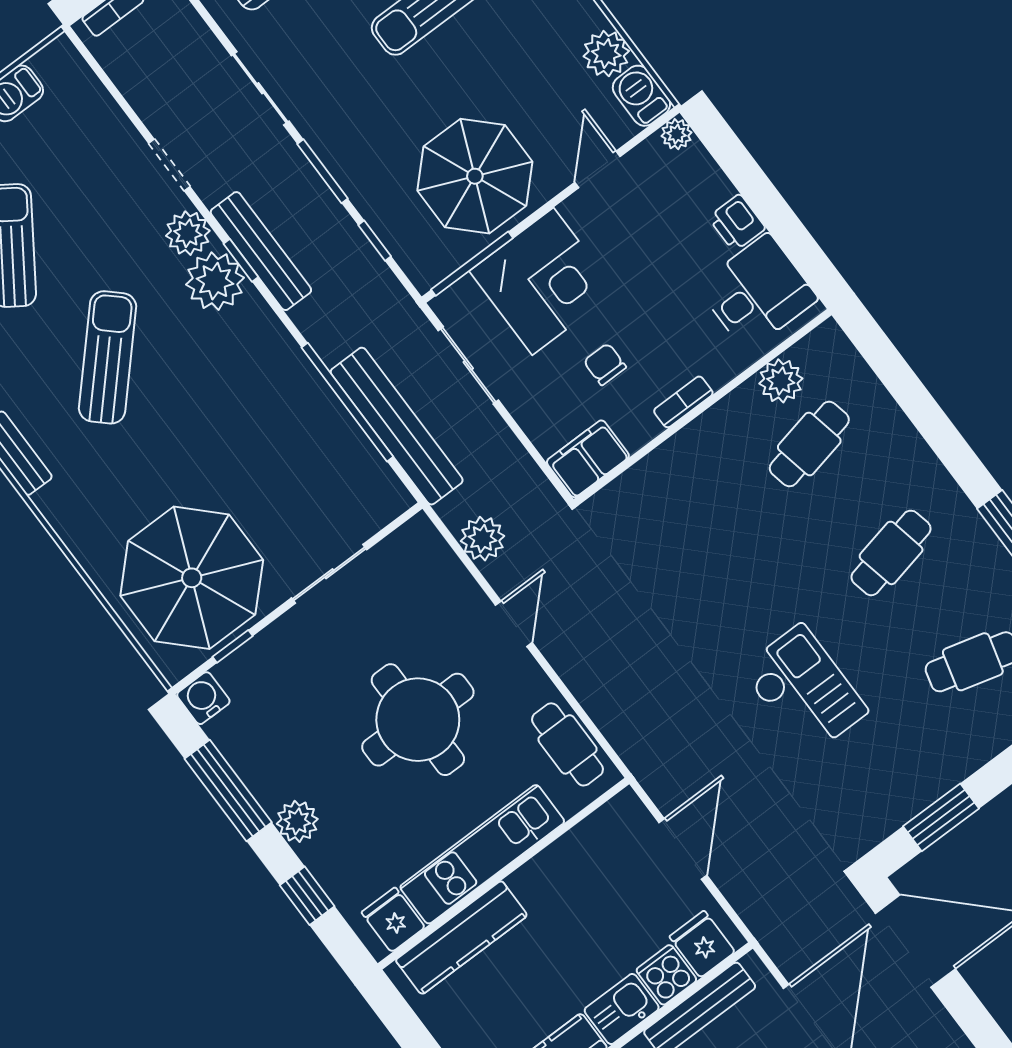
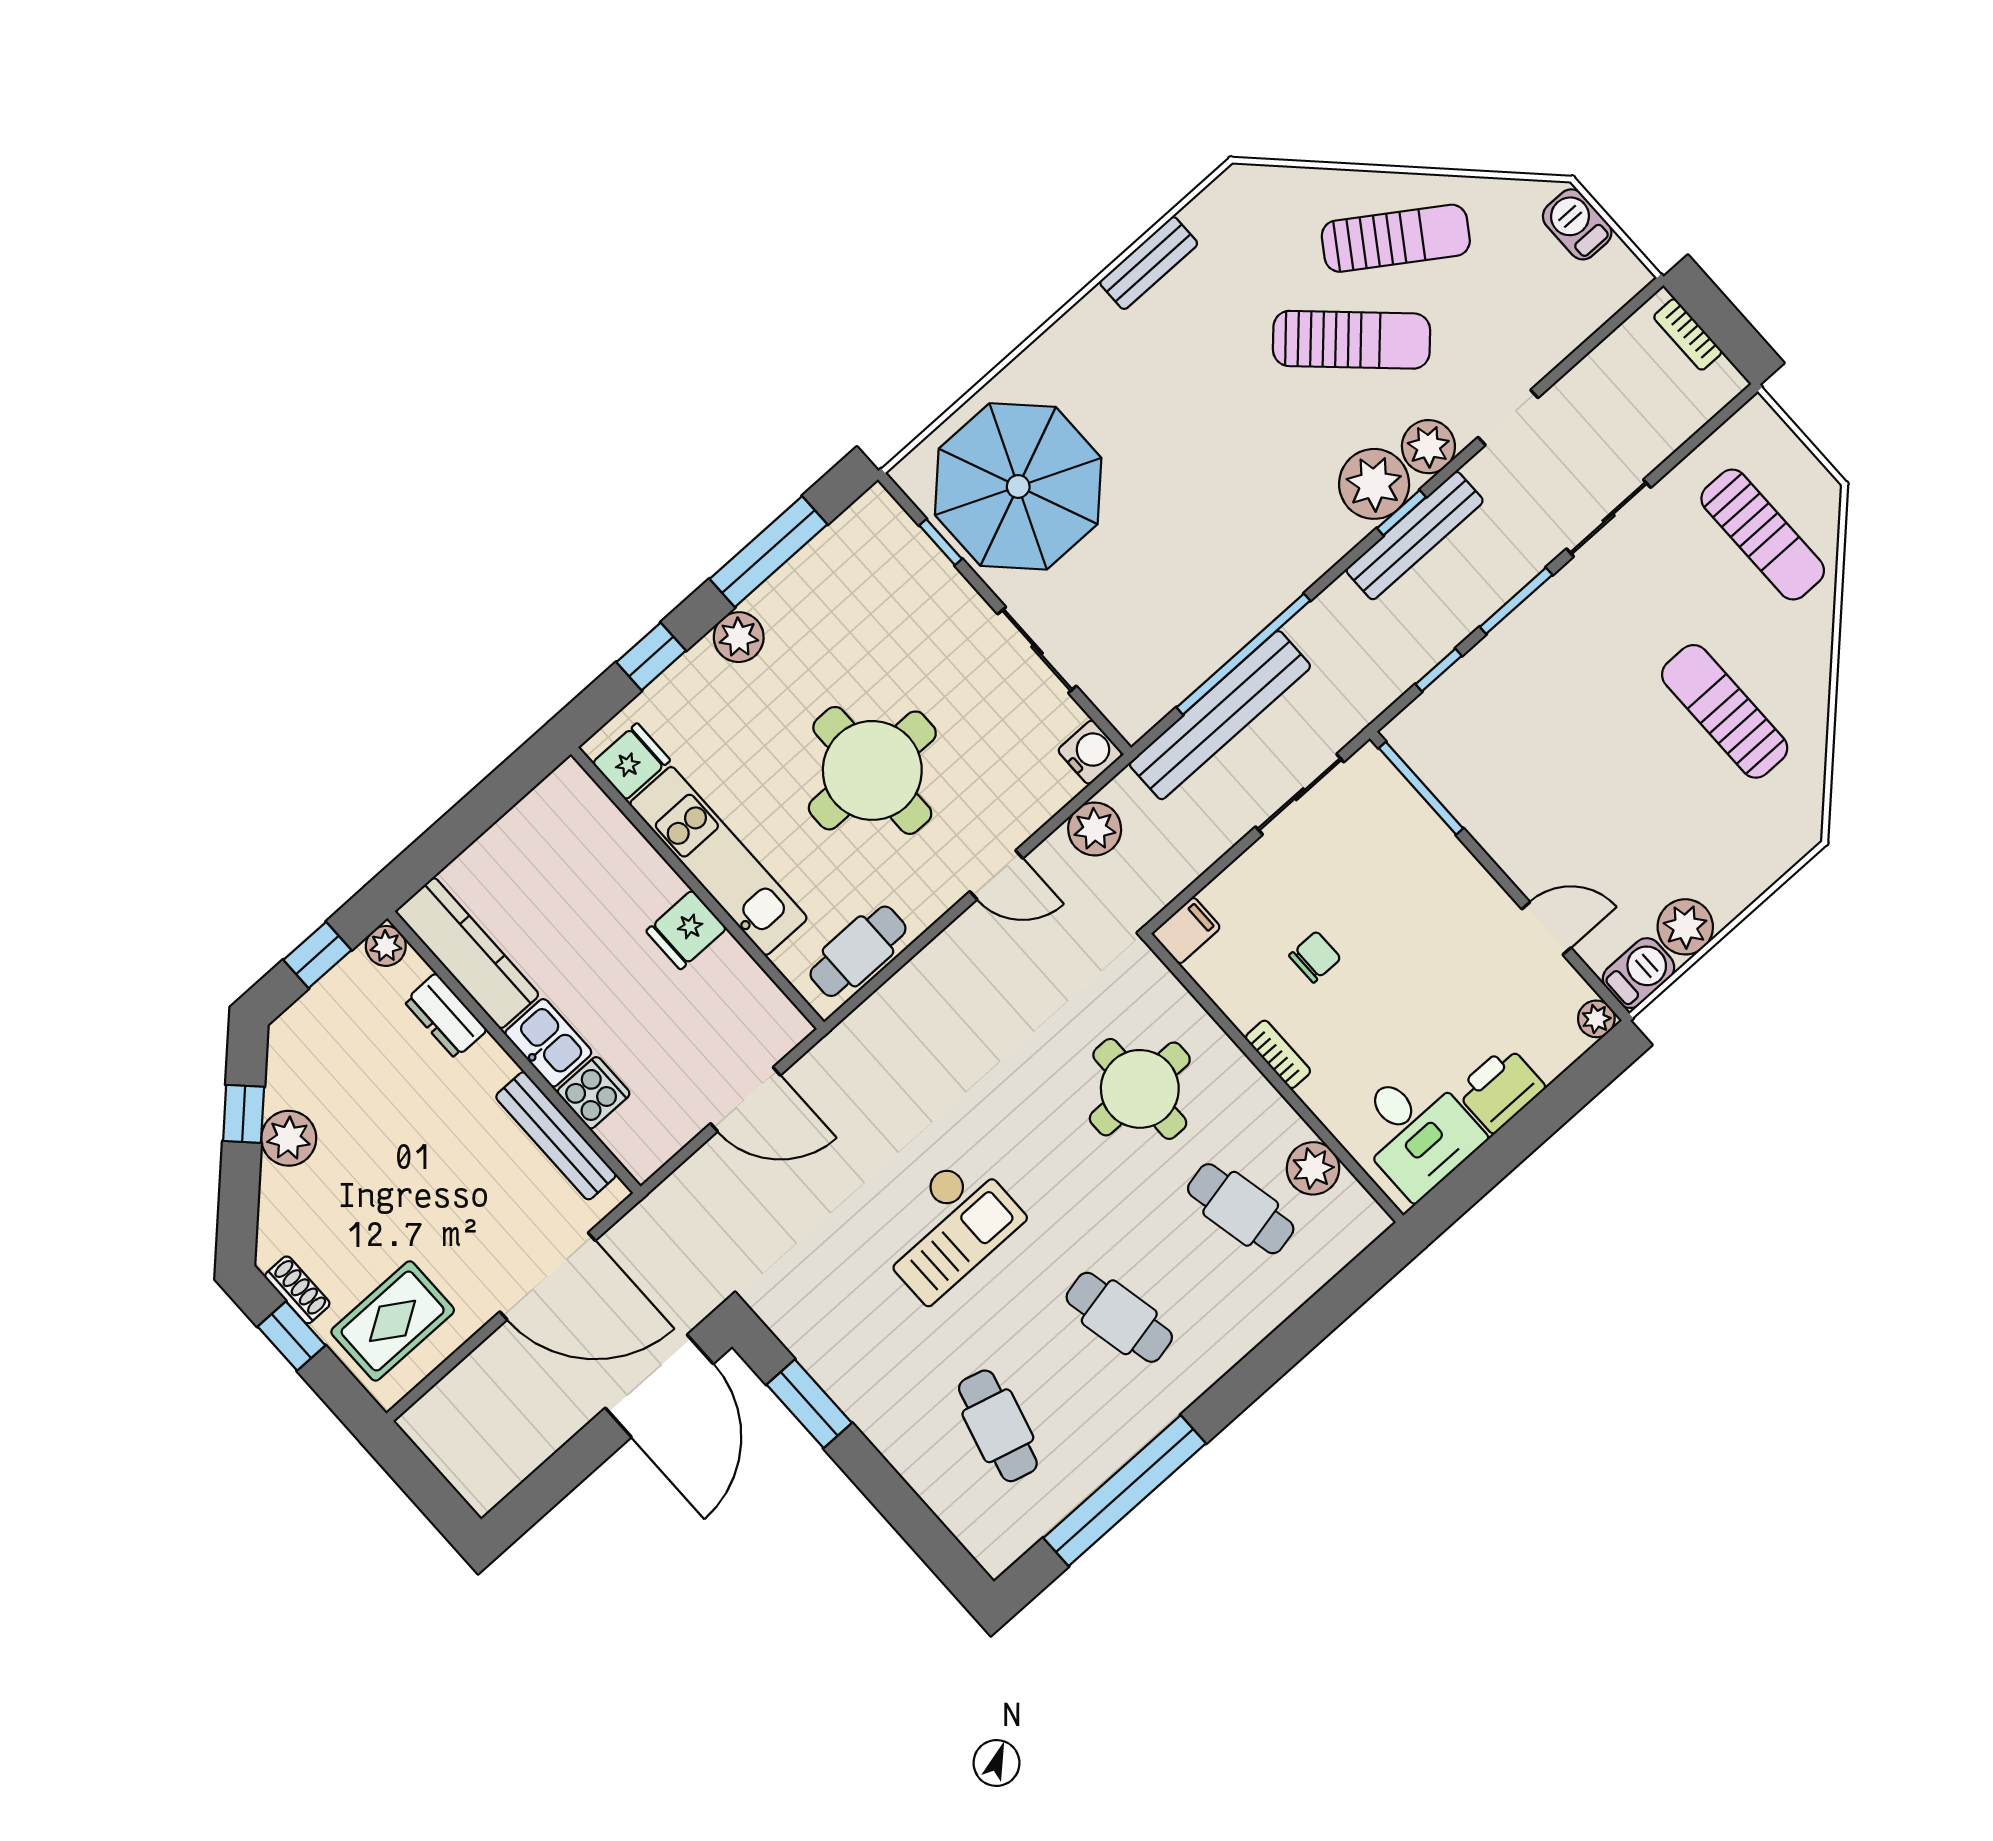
parasol: (475, 176) -> (1526, 783), removed
printer: (737, 223) -> (1500, 1089), width x1.36, depth x1.24
corner desk: (543, 281) -> (1407, 875), removed
sun lounger: (108, 357) -> (1351, 340), moved
filing cabinet: (588, 459) -> (1186, 931), width x0.50
round table: (702, 520) -> (1140, 1089), added
water cooler: (203, 698) -> (1090, 752), moved
kitchen counter: (462, 938) -> (617, 845), removed
fridge: (702, 944) -> (686, 930), moved, turned 180

